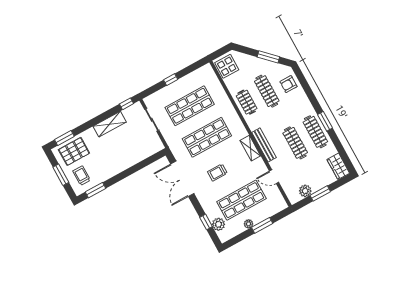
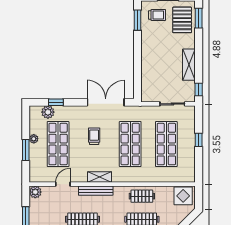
plant: (305, 191) -> (35, 192), moved

